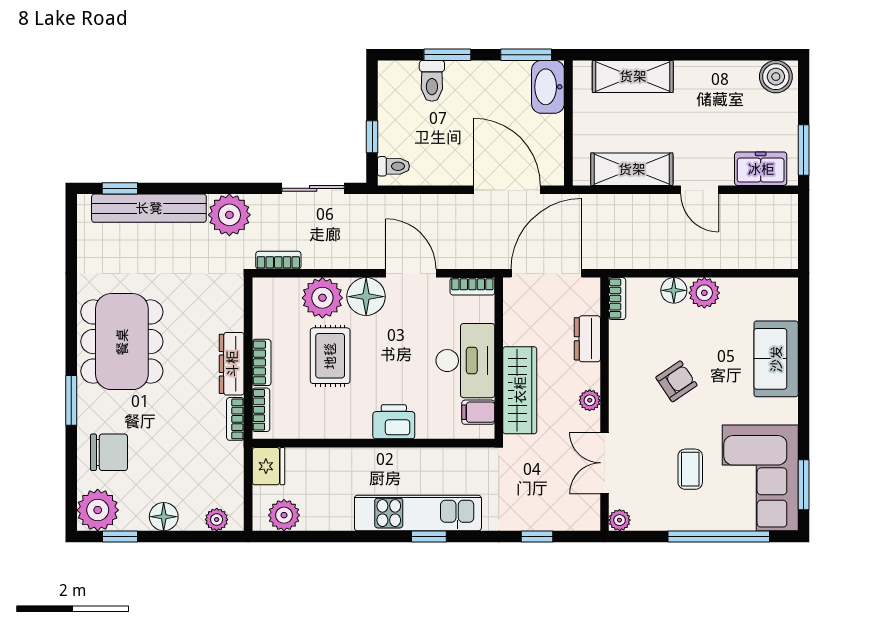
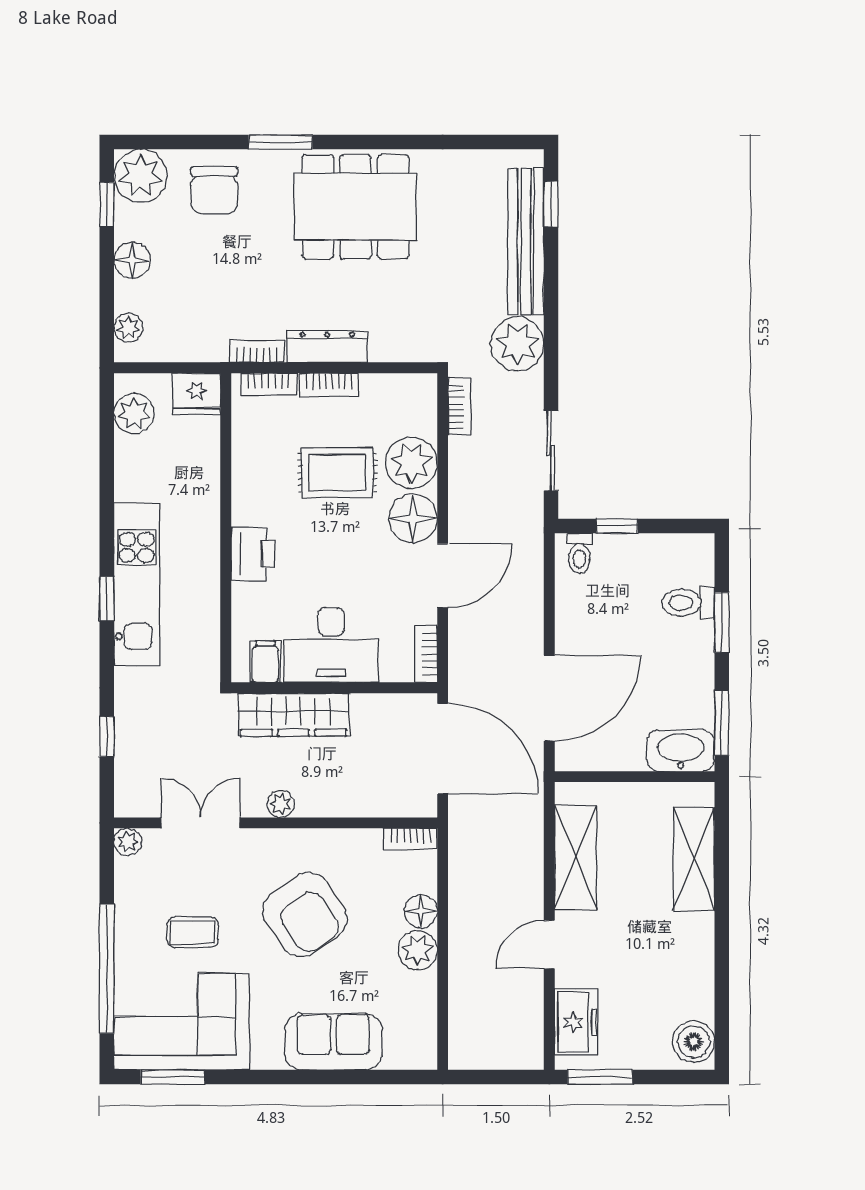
dresser: (587, 339) -> (359, 801), removed
armchair: (676, 381) -> (305, 915), width x1.88, depth x1.88

